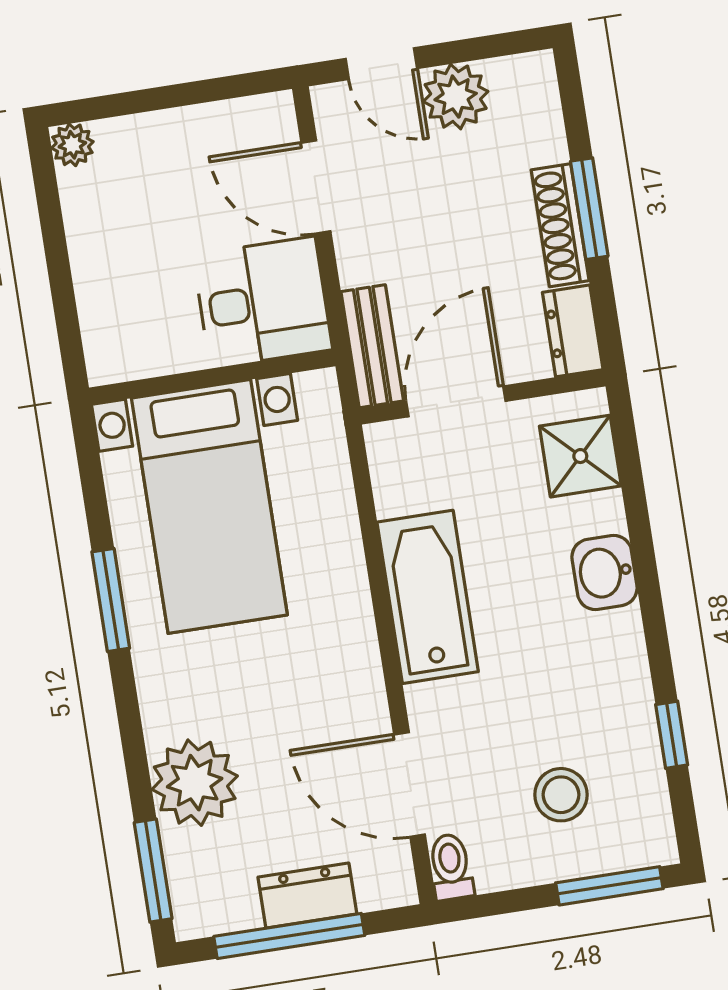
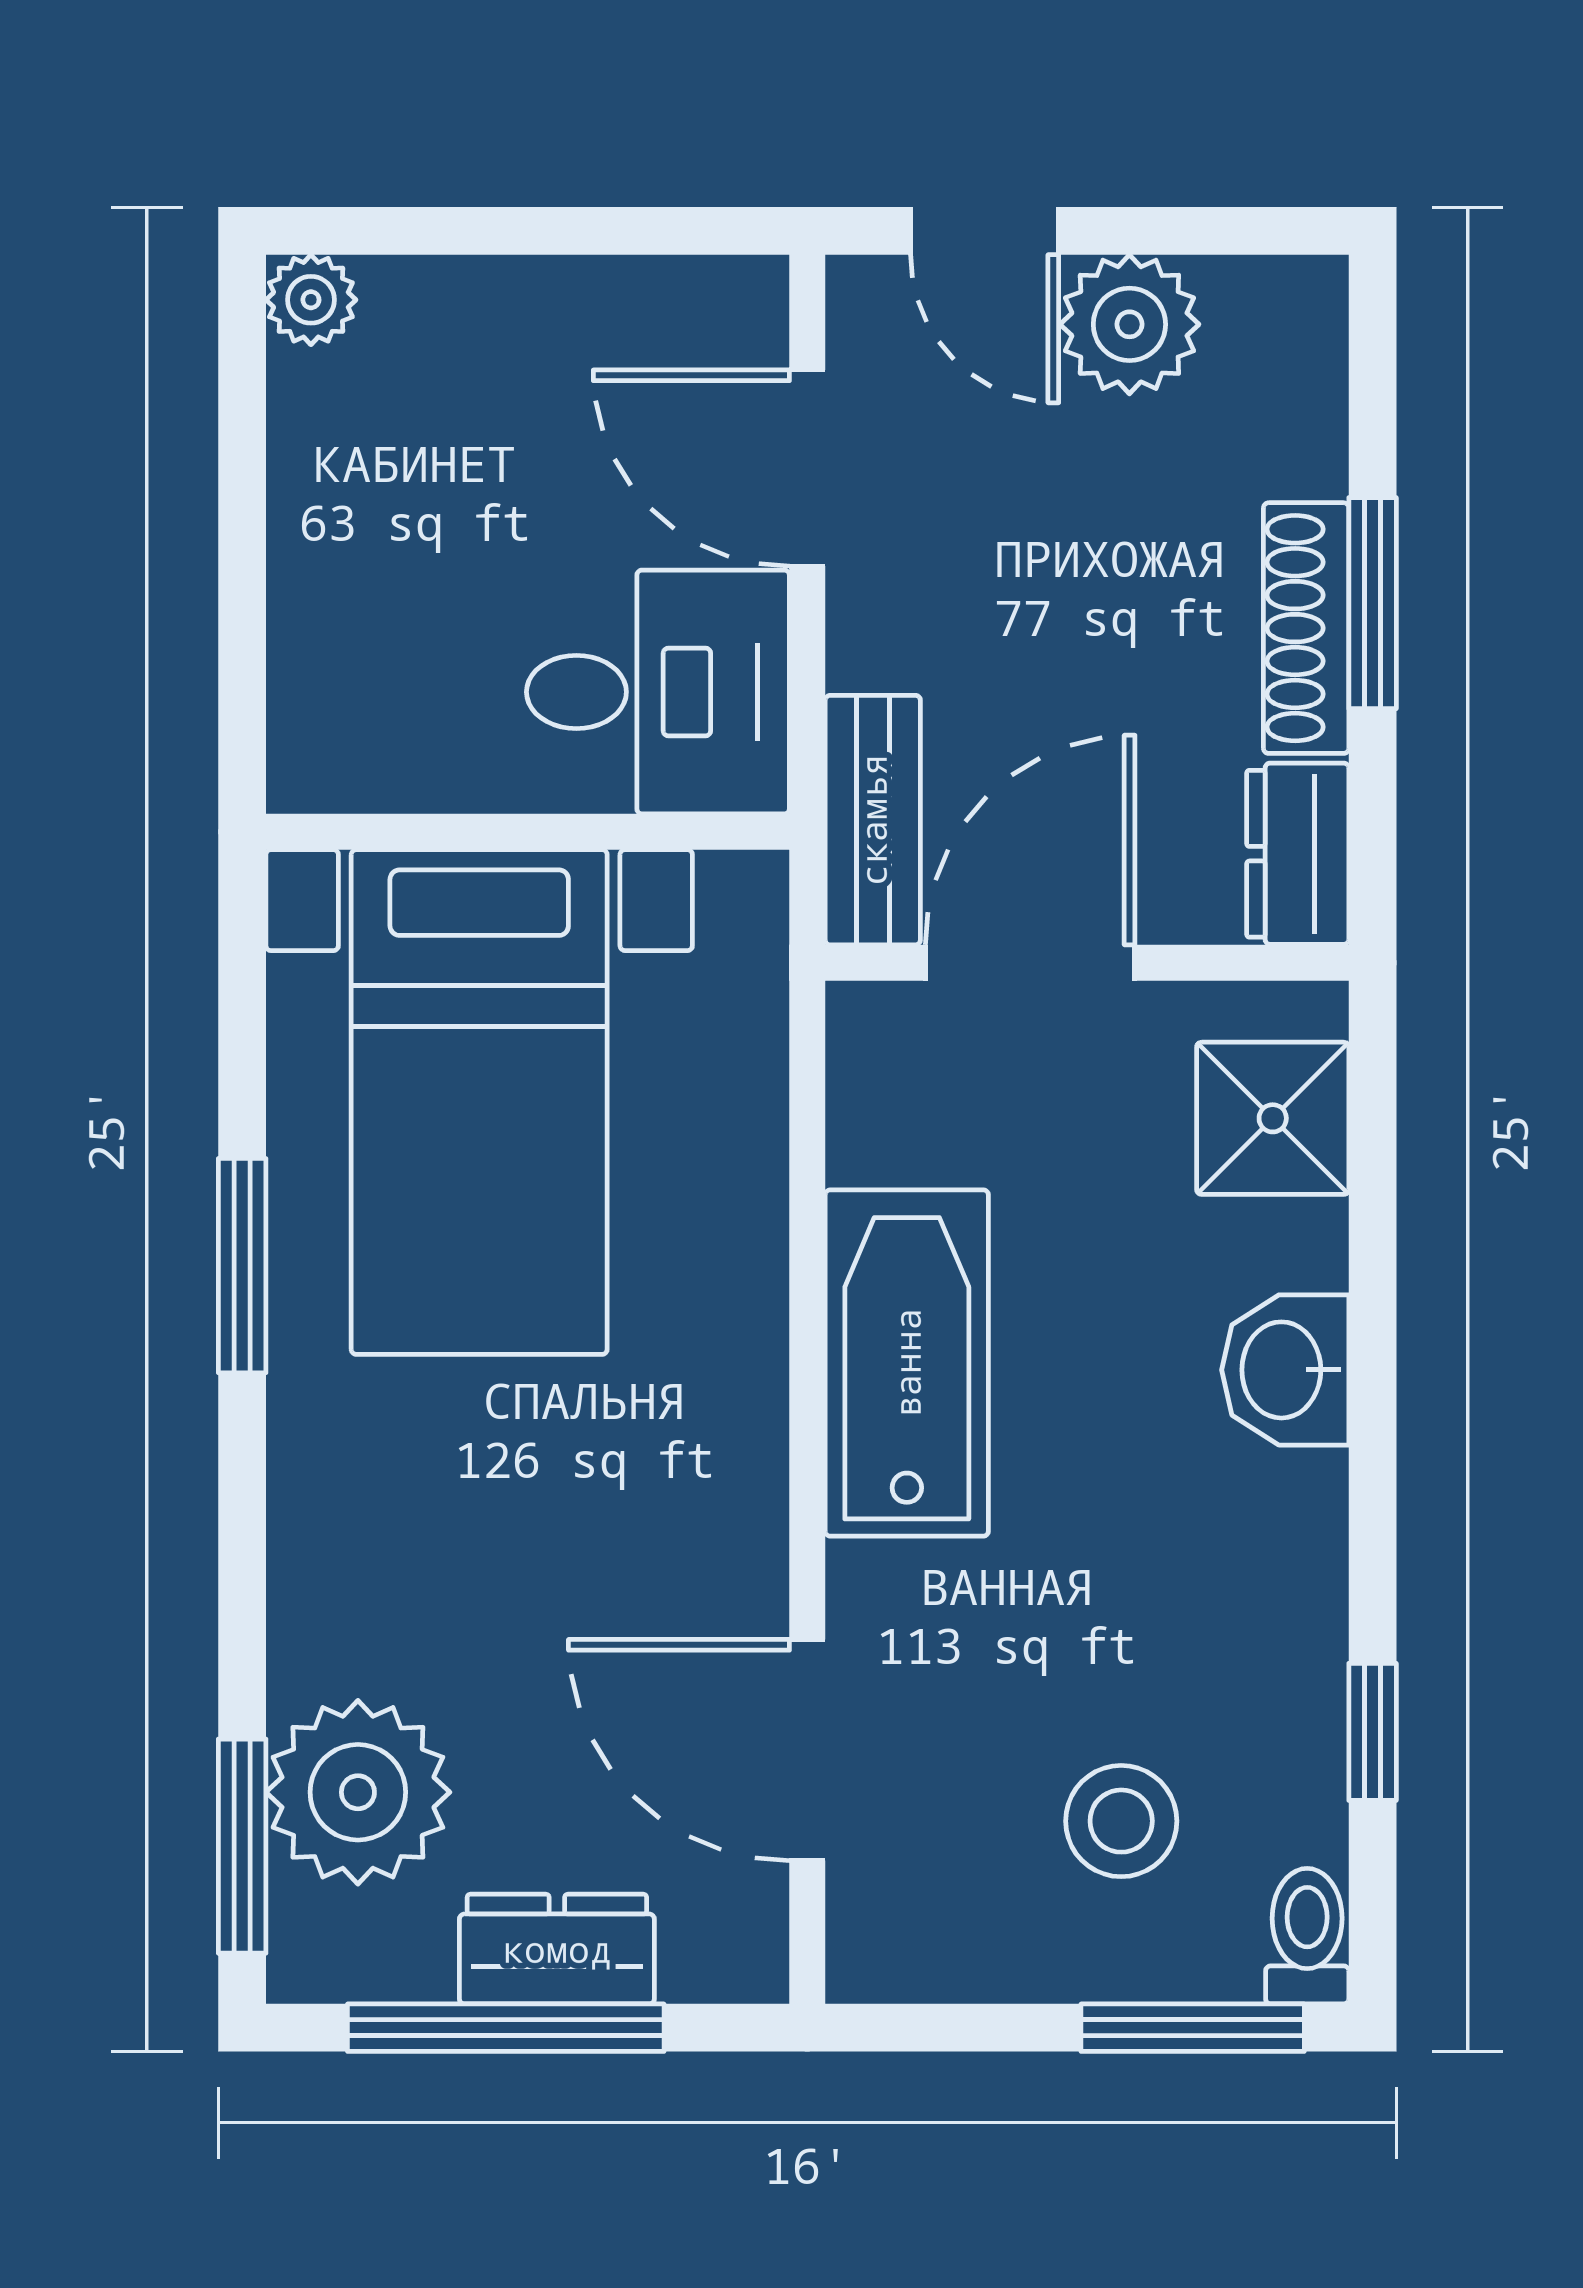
plant: (195, 783) -> (358, 1792), moved
toilet: (451, 867) -> (1307, 1936), moved

